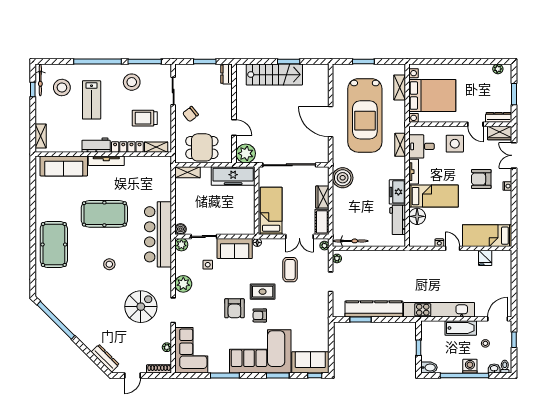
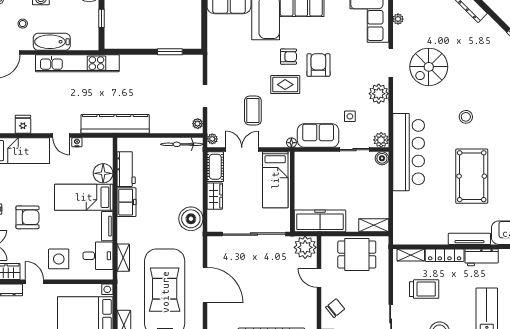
chair: (191, 114) -> (335, 308), moved
pool table: (104, 214) -> (472, 176), turned 90
kitchen counter: (374, 309) -> (115, 124), moved, turned 180

